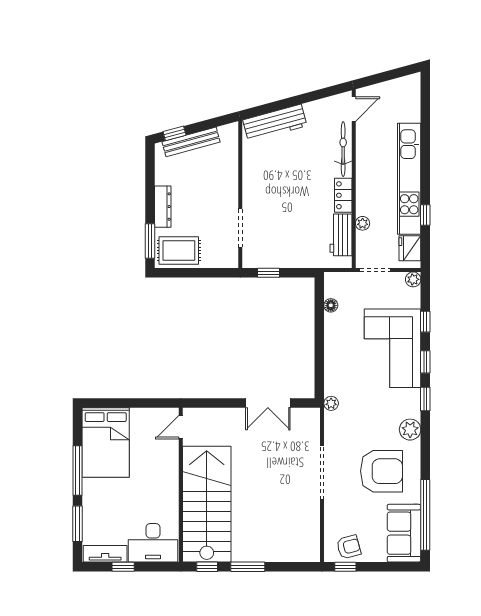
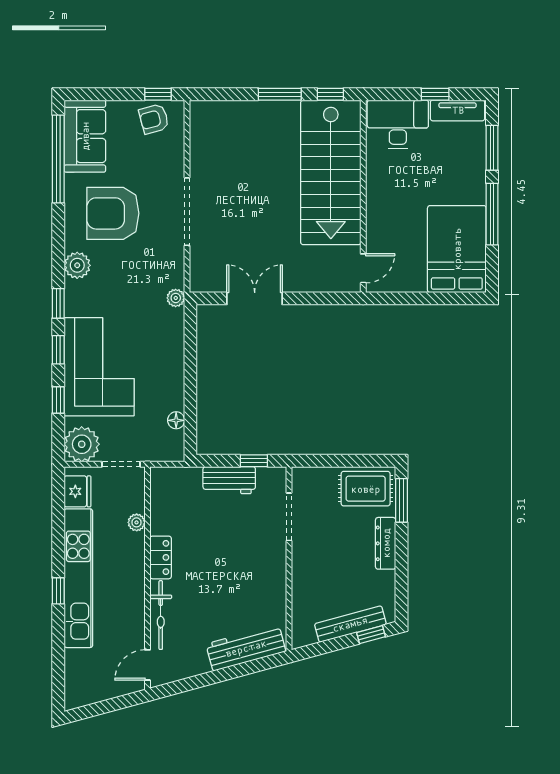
window: (425, 215) -> (58, 591), moved
workbench: (341, 235) -> (229, 480), moved, turned 90
plant: (413, 279) -> (82, 444), width x1.88, depth x1.88

